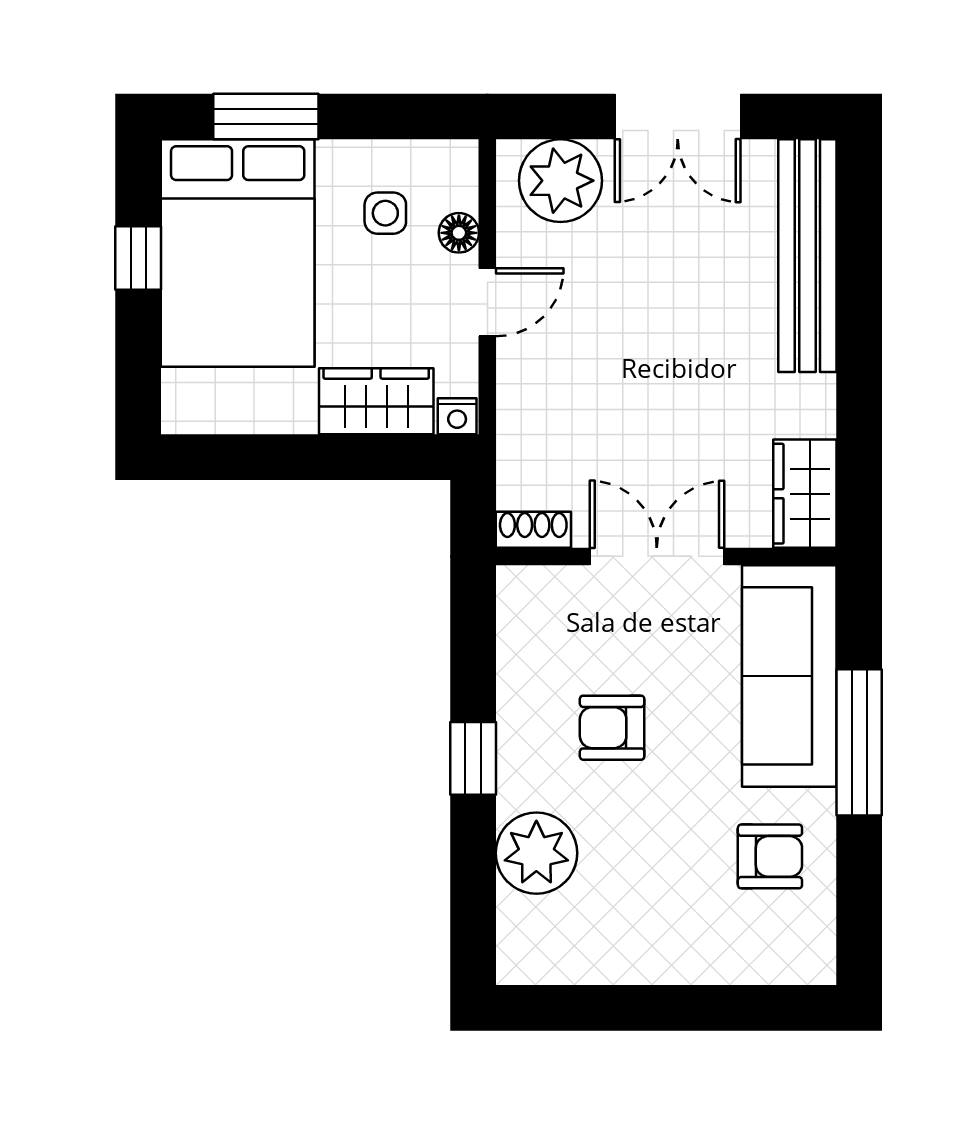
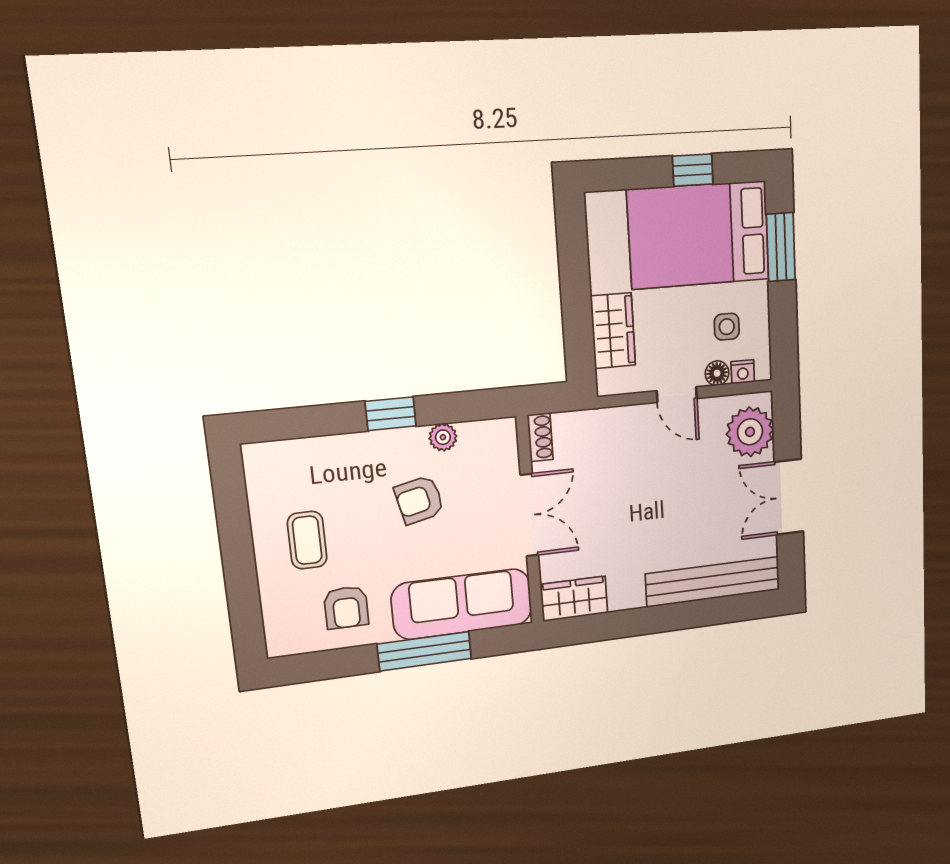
nightstand: (457, 416) -> (743, 372), moved, turned -90
armchair: (612, 728) -> (419, 500), turned -103
plant: (536, 853) -> (443, 437), moved, width x0.53, depth x0.53
coffee table: (655, 903) -> (307, 540), added

